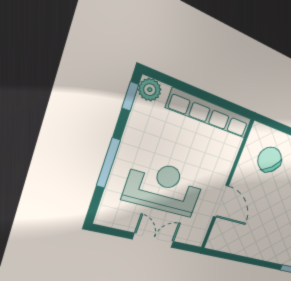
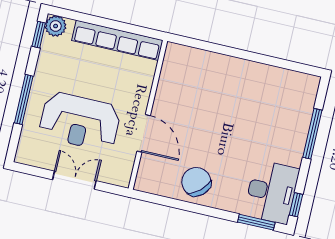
chair: (270, 160) -> (196, 182), moved
reception desk: (164, 188) -> (80, 121), turned 180

